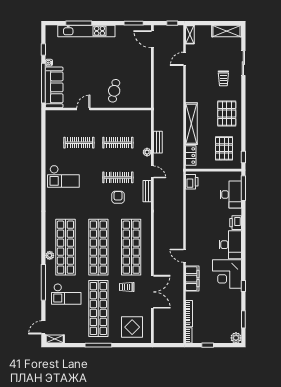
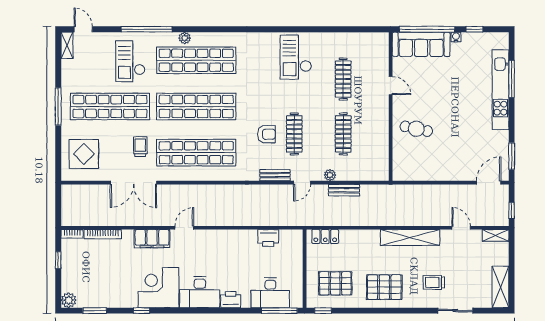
shelving: (191, 124) -> (410, 237), moved
printer: (192, 182) -> (268, 238), moved

